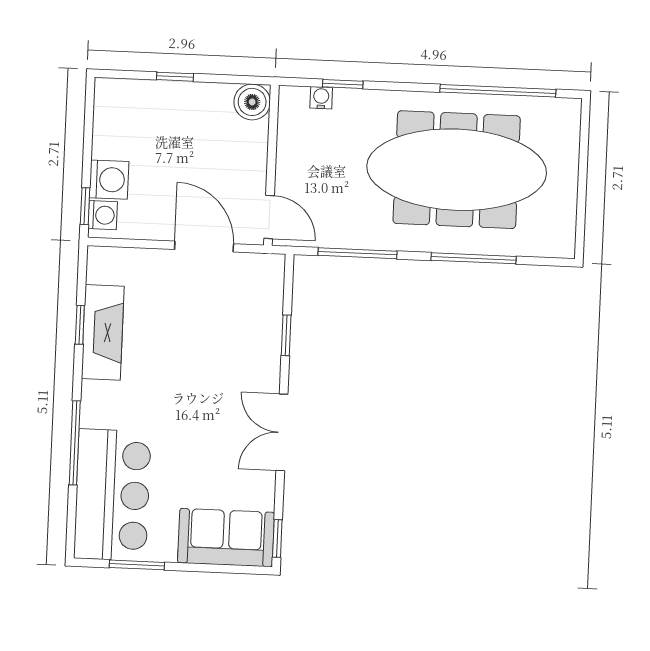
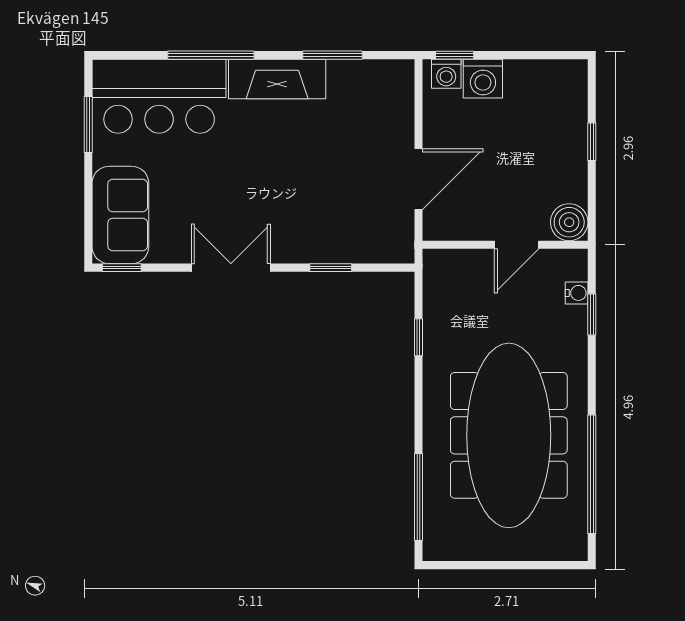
door: (269, 217) -> (517, 245), moved
window: (357, 253) -> (418, 337), width x0.46
window: (474, 258) -> (418, 497), moved
window: (80, 325) -> (332, 55), width x1.50
fireplace: (103, 332) -> (277, 79), moved

